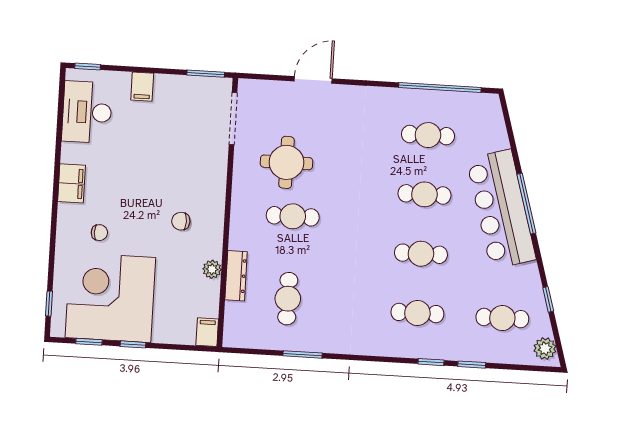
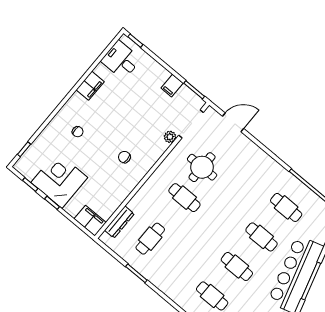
door: (313, 80) -> (233, 122), moved
filing cabinet: (142, 87) -> (172, 86), moved
desk: (87, 112) -> (121, 60), width x0.73
filing cabinet: (71, 183) -> (90, 86), moved
plant: (212, 269) -> (170, 137), moved
dresser: (236, 276) -> (119, 222), moved
corner desk: (110, 297) -> (59, 180), width x0.74, depth x0.74
filing cabinet: (207, 332) -> (90, 221), width x2.00

